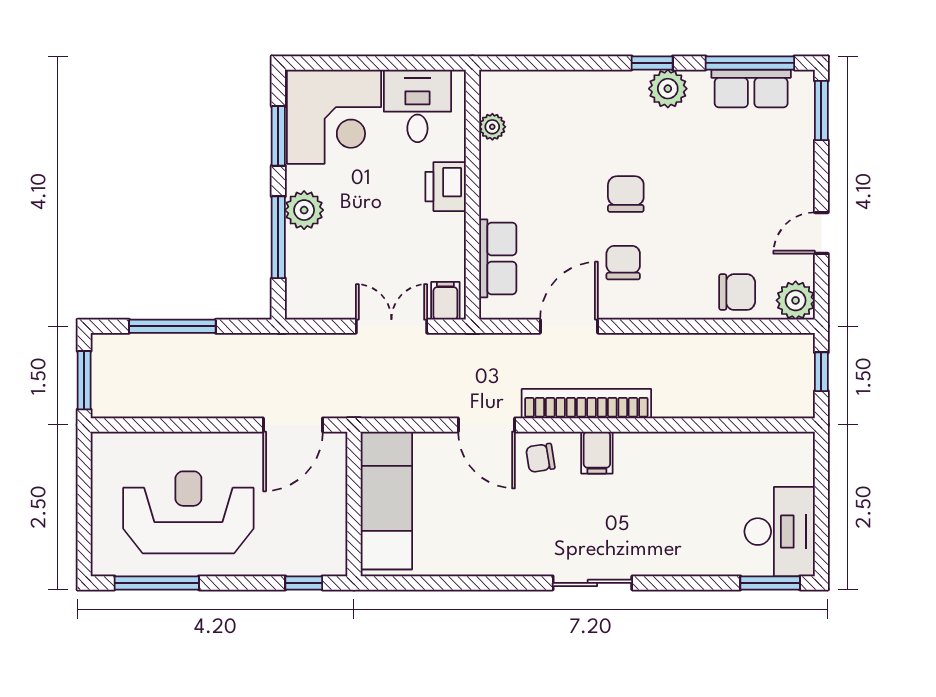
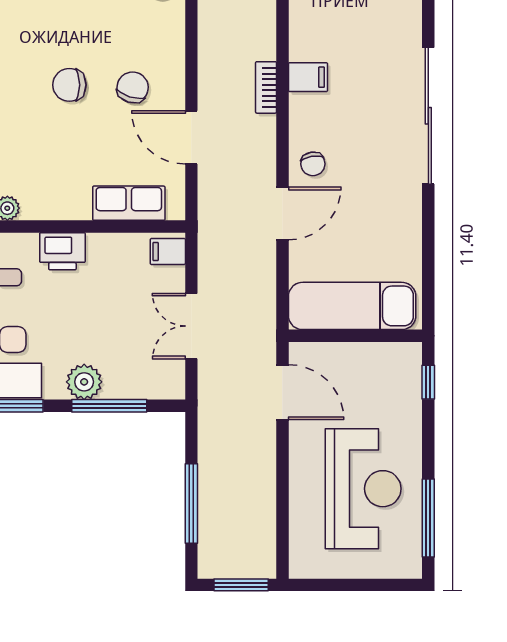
chair: (623, 263) -> (133, 87), turned 107
double door: (391, 326) -> (191, 326), moved
bookcase: (586, 404) -> (266, 87), width x0.43, depth x0.76
filing cabinet: (597, 453) -> (308, 77), moved
reception desk: (188, 512) -> (363, 489), turned 180
sliding door: (592, 583) -> (428, 116), width x1.86

